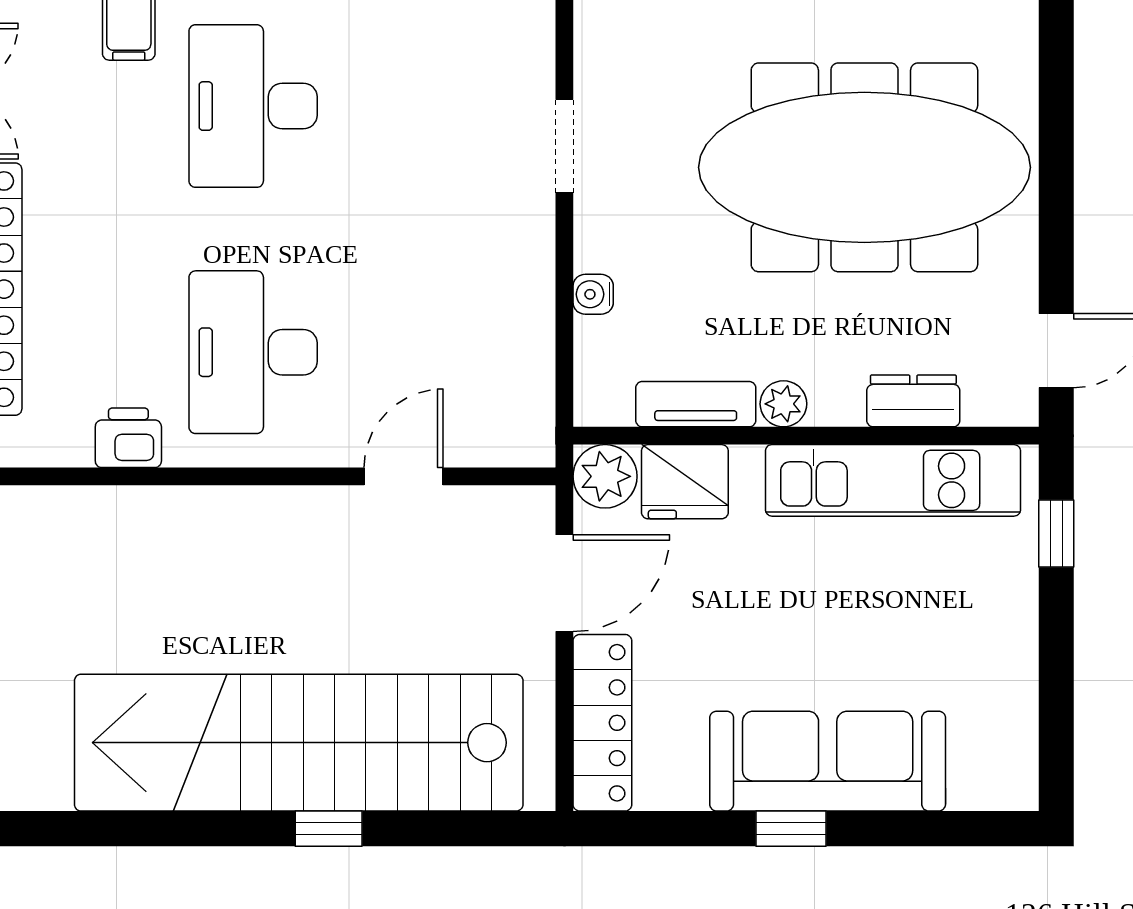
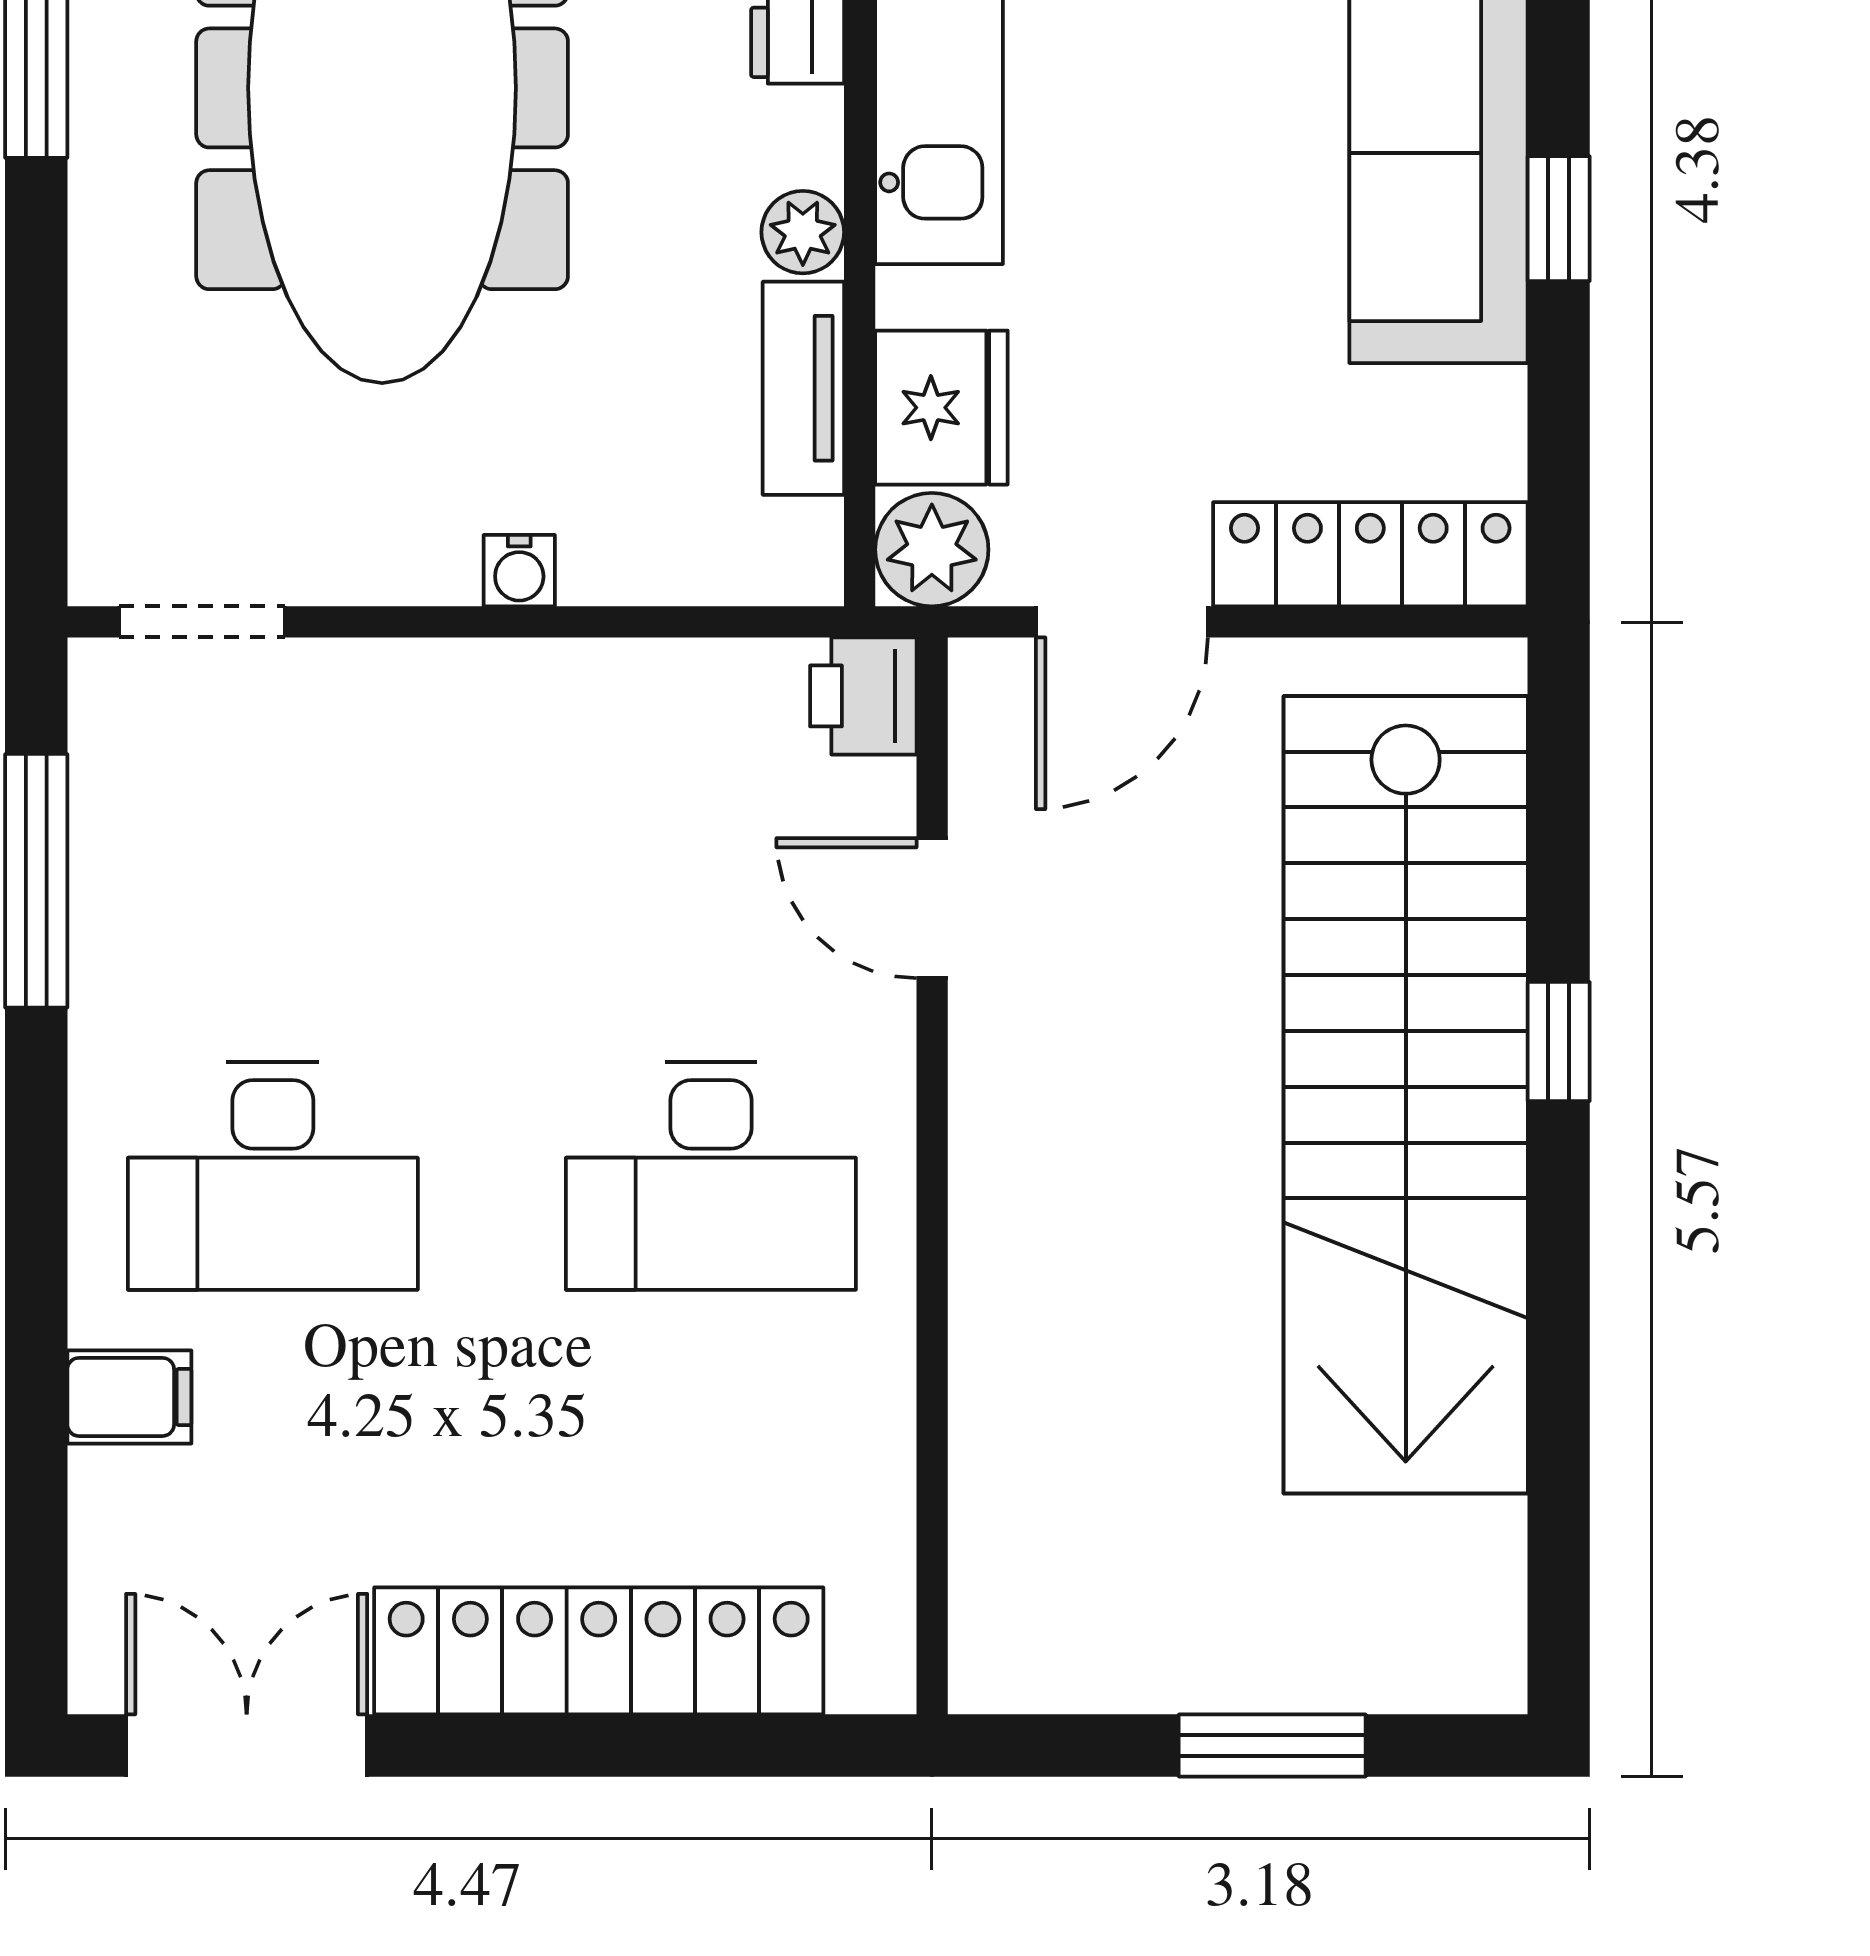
doorway: (564, 146) -> (202, 622), moved
water cooler: (593, 294) -> (519, 571), moved
printer: (128, 438) -> (863, 696), moved
door: (564, 583) -> (1122, 622), swing flipped

